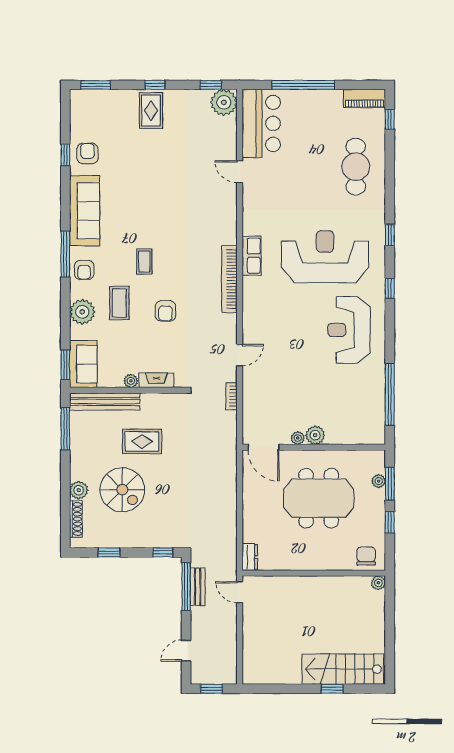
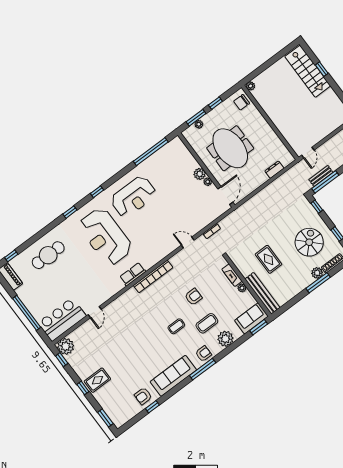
window: (65, 429) -> (318, 283), moved
spiral stairs: (122, 490) -> (309, 242), moved
dresser: (250, 557) -> (274, 170), moved

